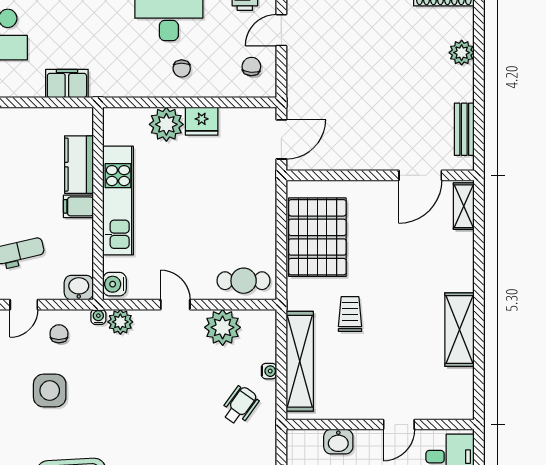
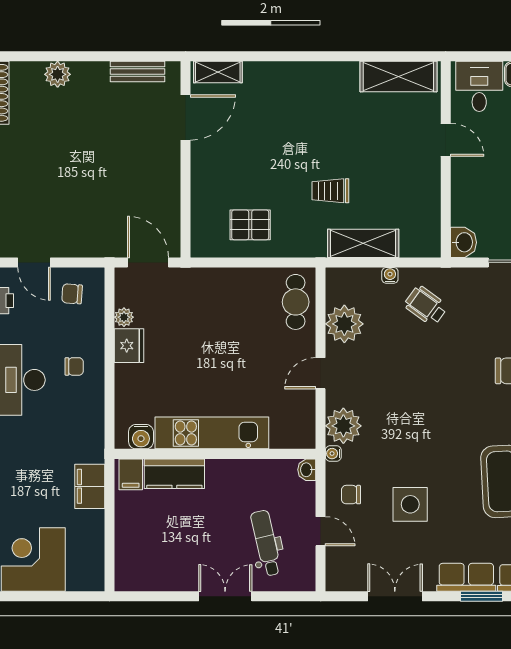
plant: (166, 124) -> (124, 317), moved, width x0.53, depth x0.53
door: (420, 175) -> (186, 117), hinge flipped
filing cabinet: (78, 206) -> (131, 474), moved
pallet: (317, 237) -> (250, 225), width x0.49, depth x0.50
water cooler: (115, 284) -> (141, 437), moved
washbasin: (79, 288) -> (307, 470), width x0.72, depth x0.69
plant: (120, 322) -> (343, 426), width x1.36, depth x1.36
shelving: (459, 330) -> (398, 77), moved
shelving: (300, 361) -> (363, 243), width x0.68
washbasin: (338, 442) -> (464, 242), moved

